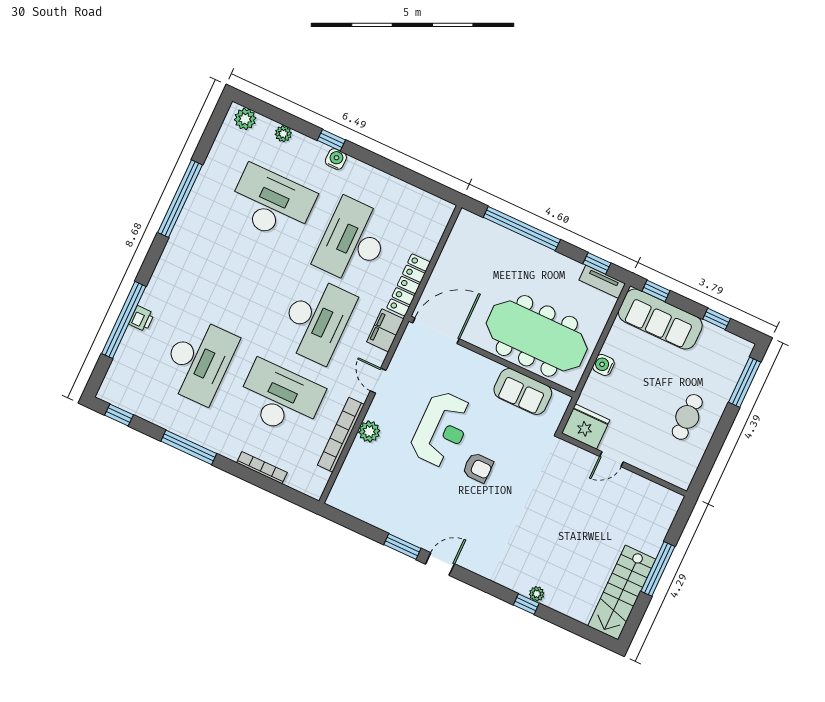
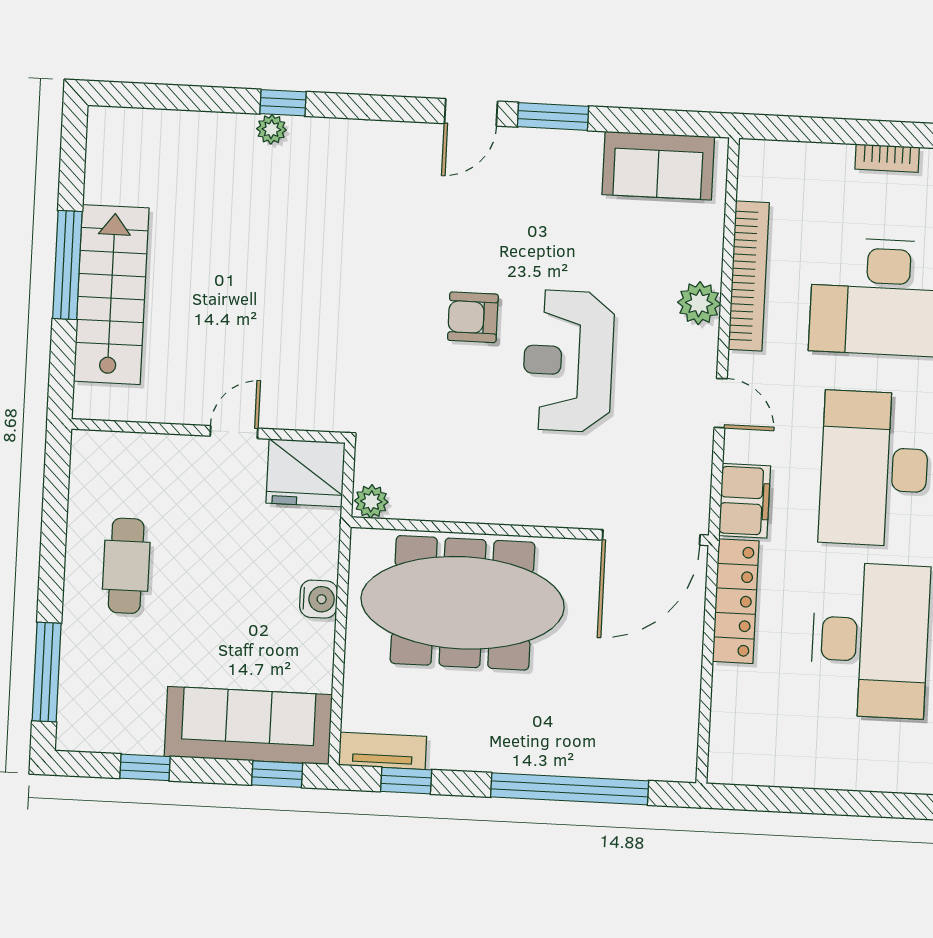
sofa: (523, 391) -> (658, 166), moved, turned 180
plant: (560, 401) -> (371, 501), added
bookcase: (262, 468) -> (887, 158), width x0.64
stairs: (622, 592) -> (111, 295), moved

